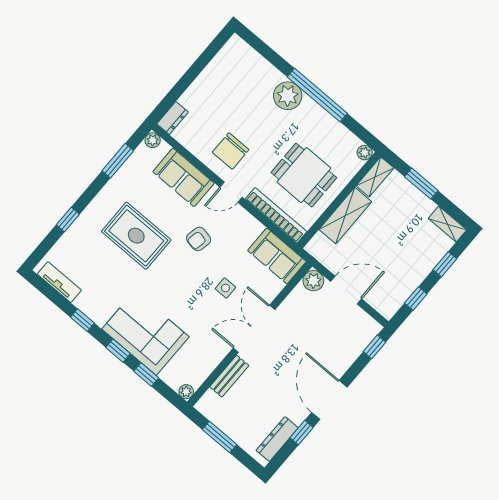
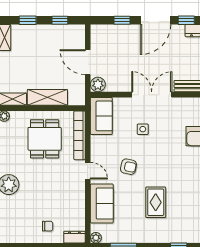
chair: (231, 151) -> (48, 226), moved, width x0.54, depth x0.54
rug: (136, 236) -> (156, 202), width x0.73, depth x0.70
double door: (254, 329) -> (152, 95), swing flipped
window: (375, 347) -> (122, 20), moved

